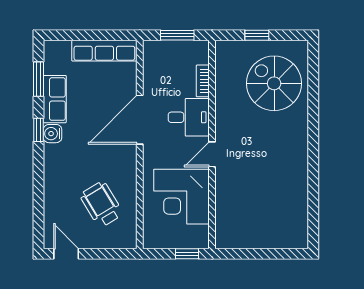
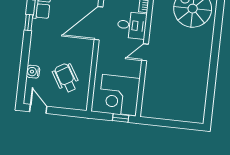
water cooler: (53, 134) -> (33, 72), moved
corner desk: (181, 197) -> (119, 95), moved

